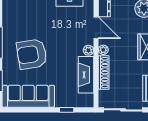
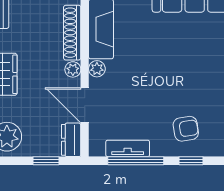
armchair: (32, 54) -> (186, 129), moved, width x0.53, depth x0.53

